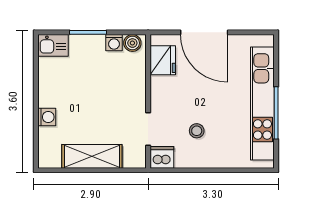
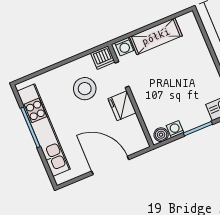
fridge: (163, 60) -> (122, 106), moved
washing machine: (47, 117) -> (124, 47), moved, turned -90
stool: (197, 131) -> (85, 89), width x1.89, depth x1.89

